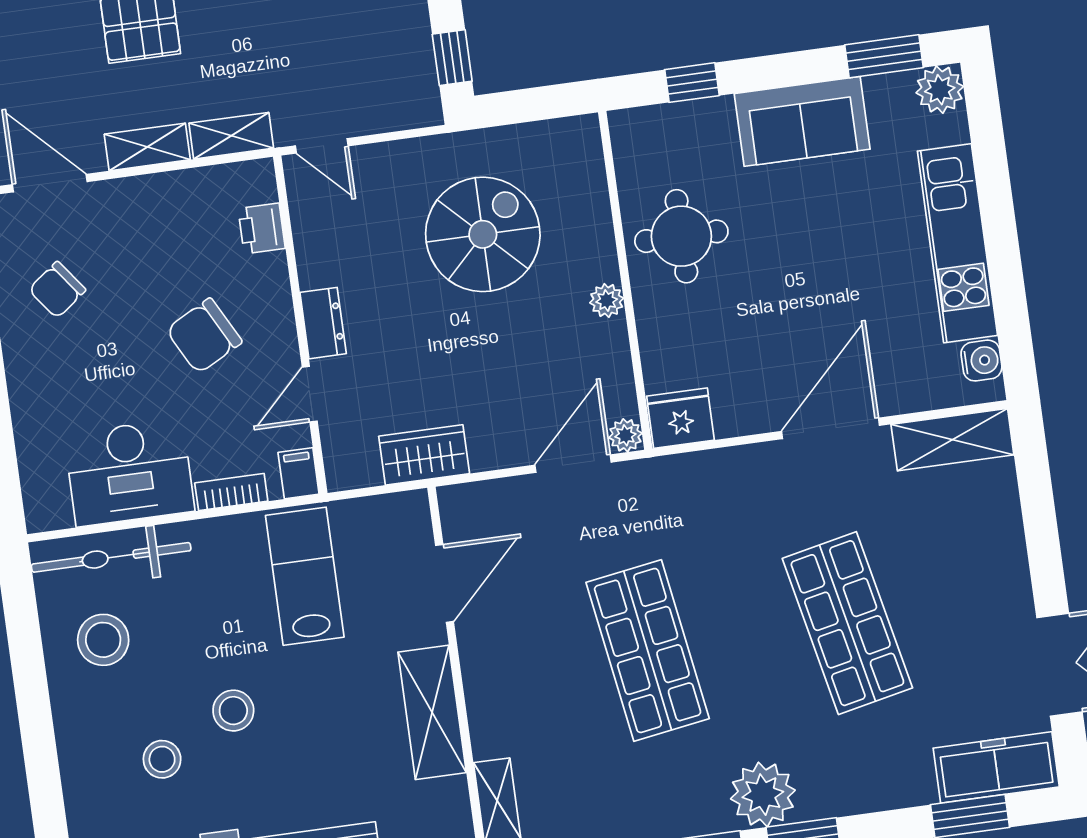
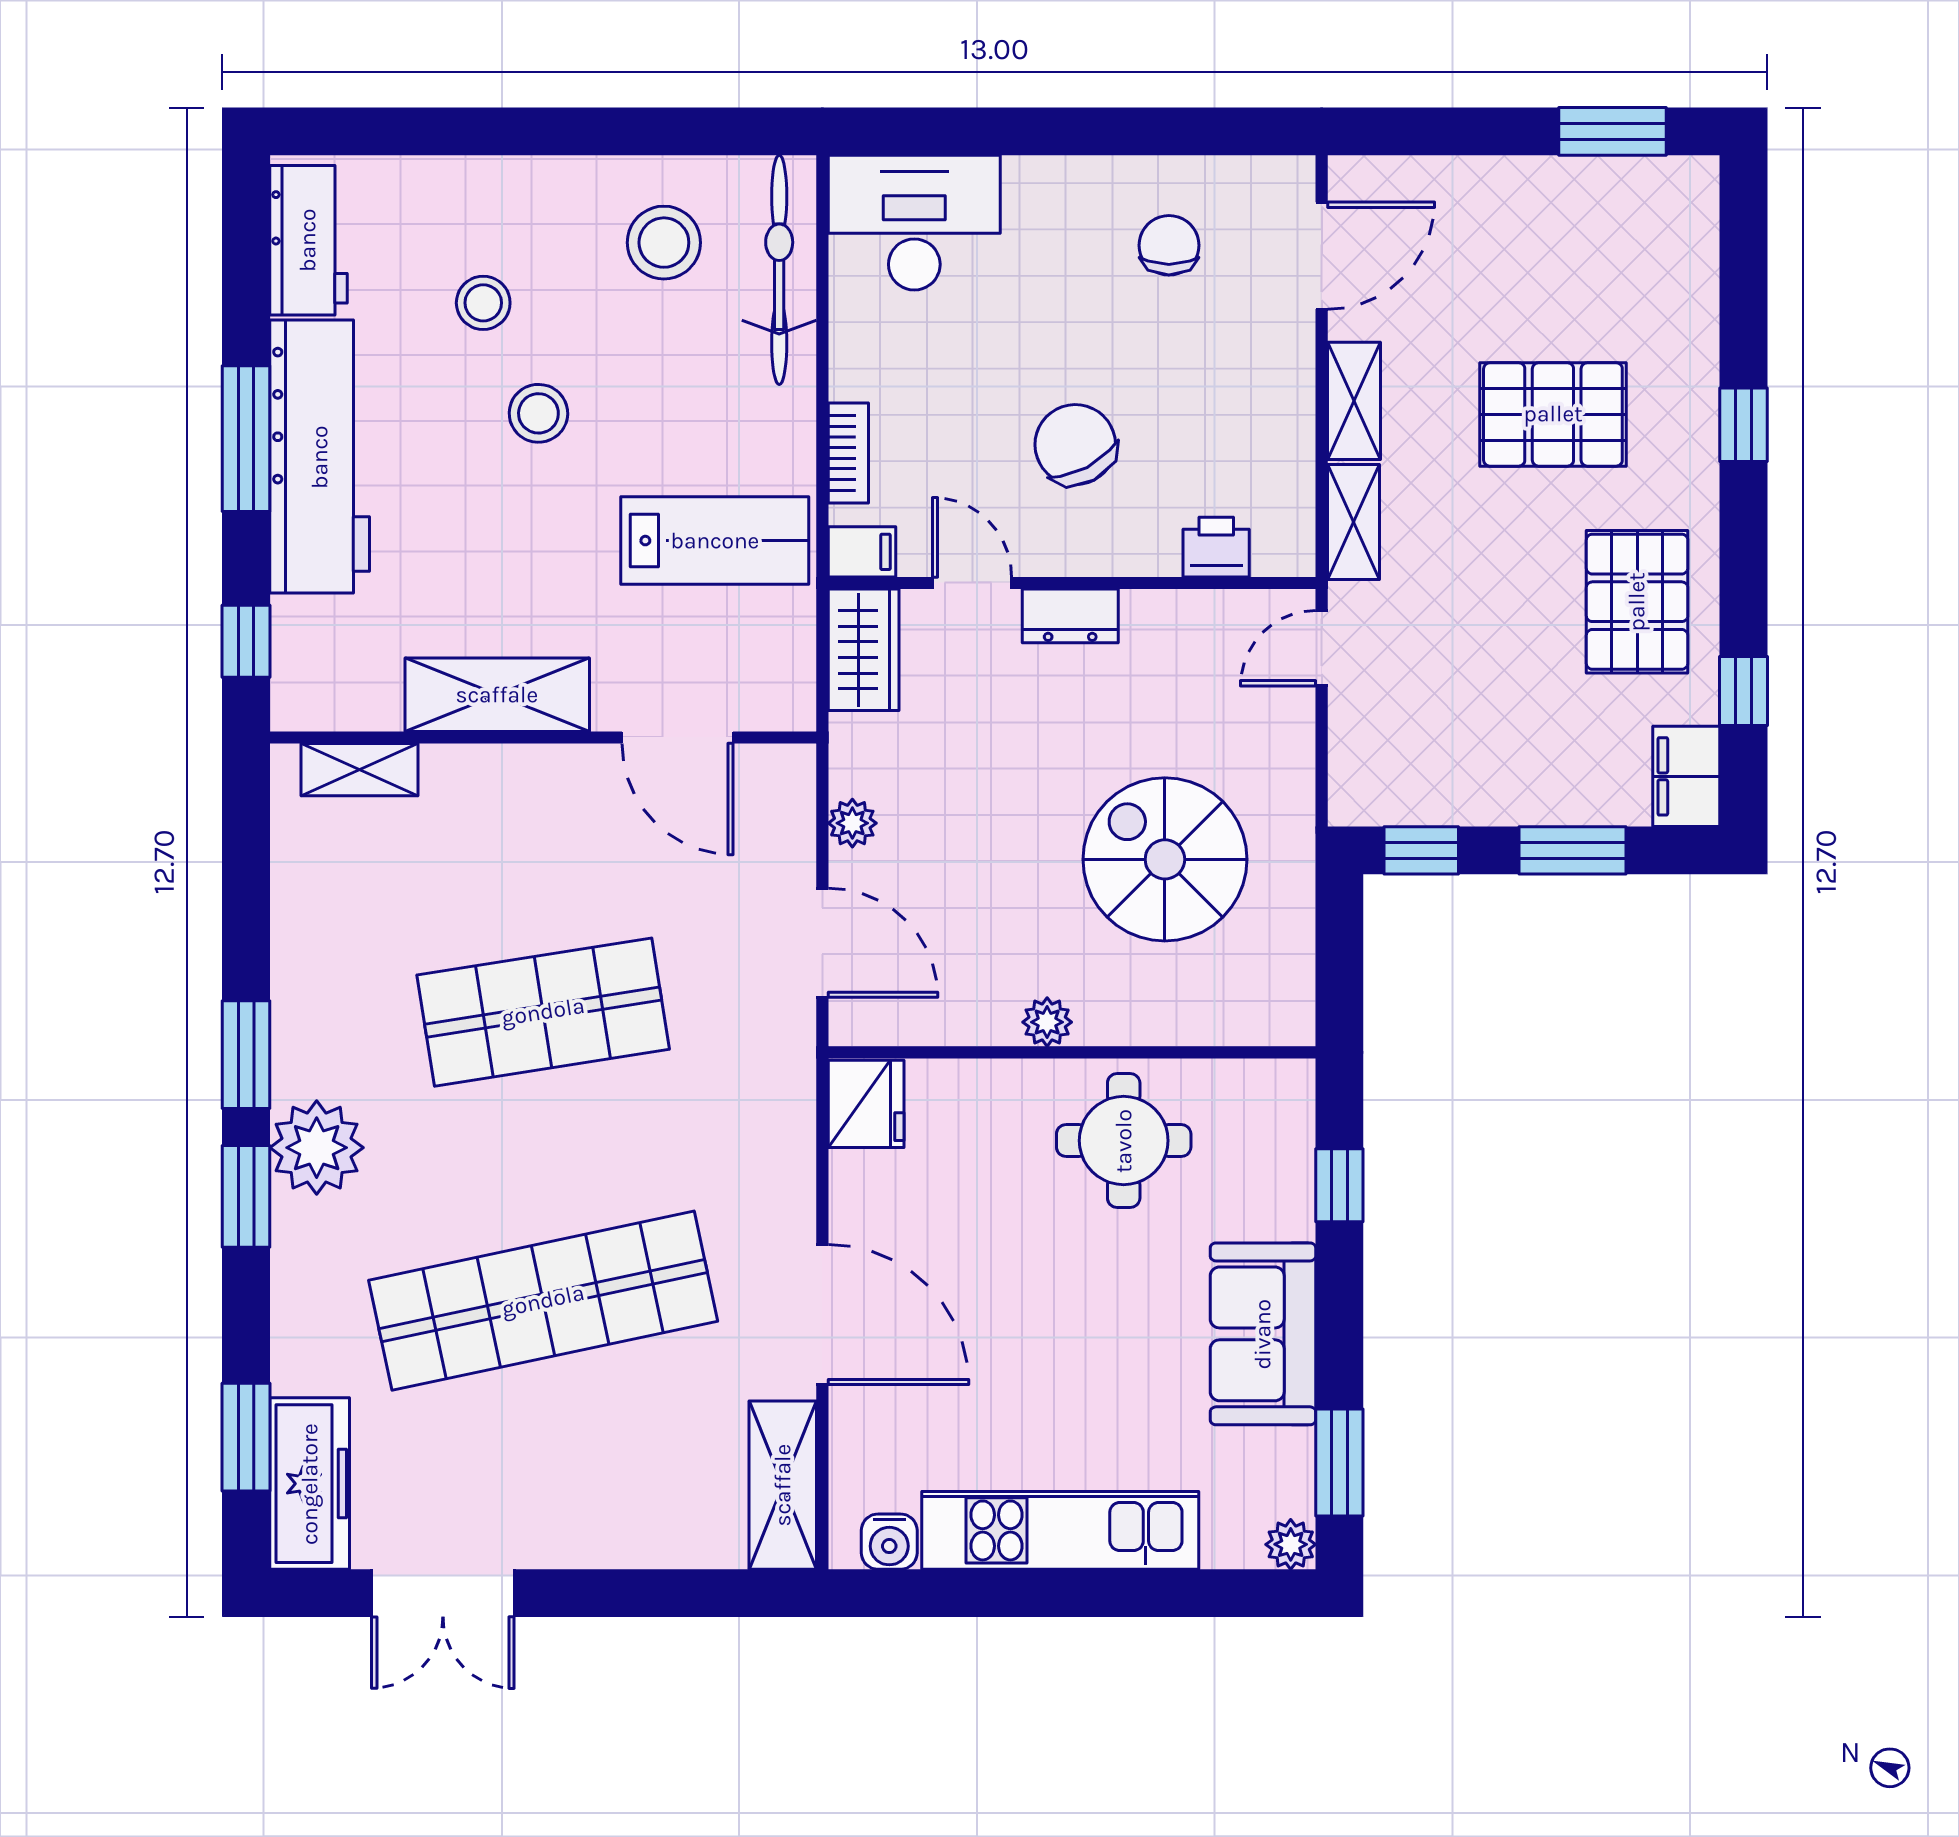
plant: (940, 90) -> (1291, 1544), width x0.73, depth x0.73
spiral stairs: (483, 234) -> (1165, 859), turned 180
chair: (57, 290) -> (1169, 245), turned 37
plant: (625, 435) -> (852, 823), moved
wardrobe: (424, 455) -> (864, 650), moved
desk: (129, 473) -> (914, 223), moved, turned 90
shop shelf: (847, 623) -> (543, 1301), width x1.40

